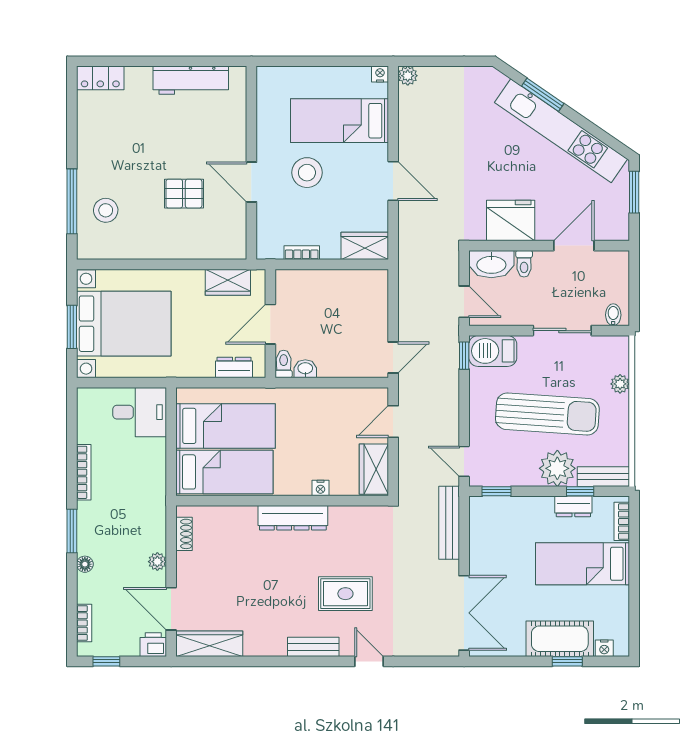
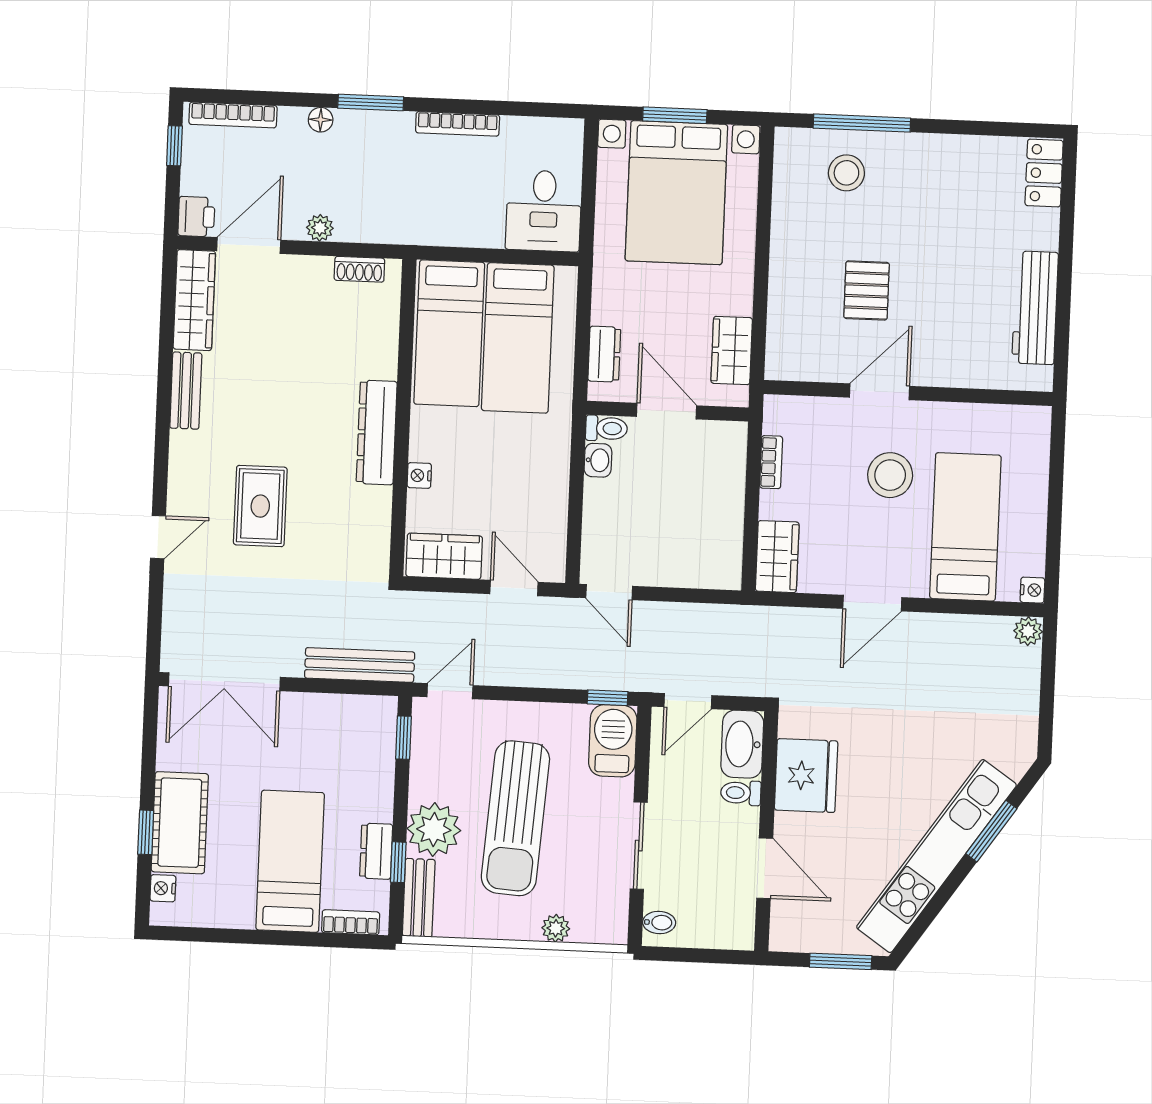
bookcase: (84, 623) -> (233, 115), width x1.56
bench: (313, 647) -> (186, 391), moved

